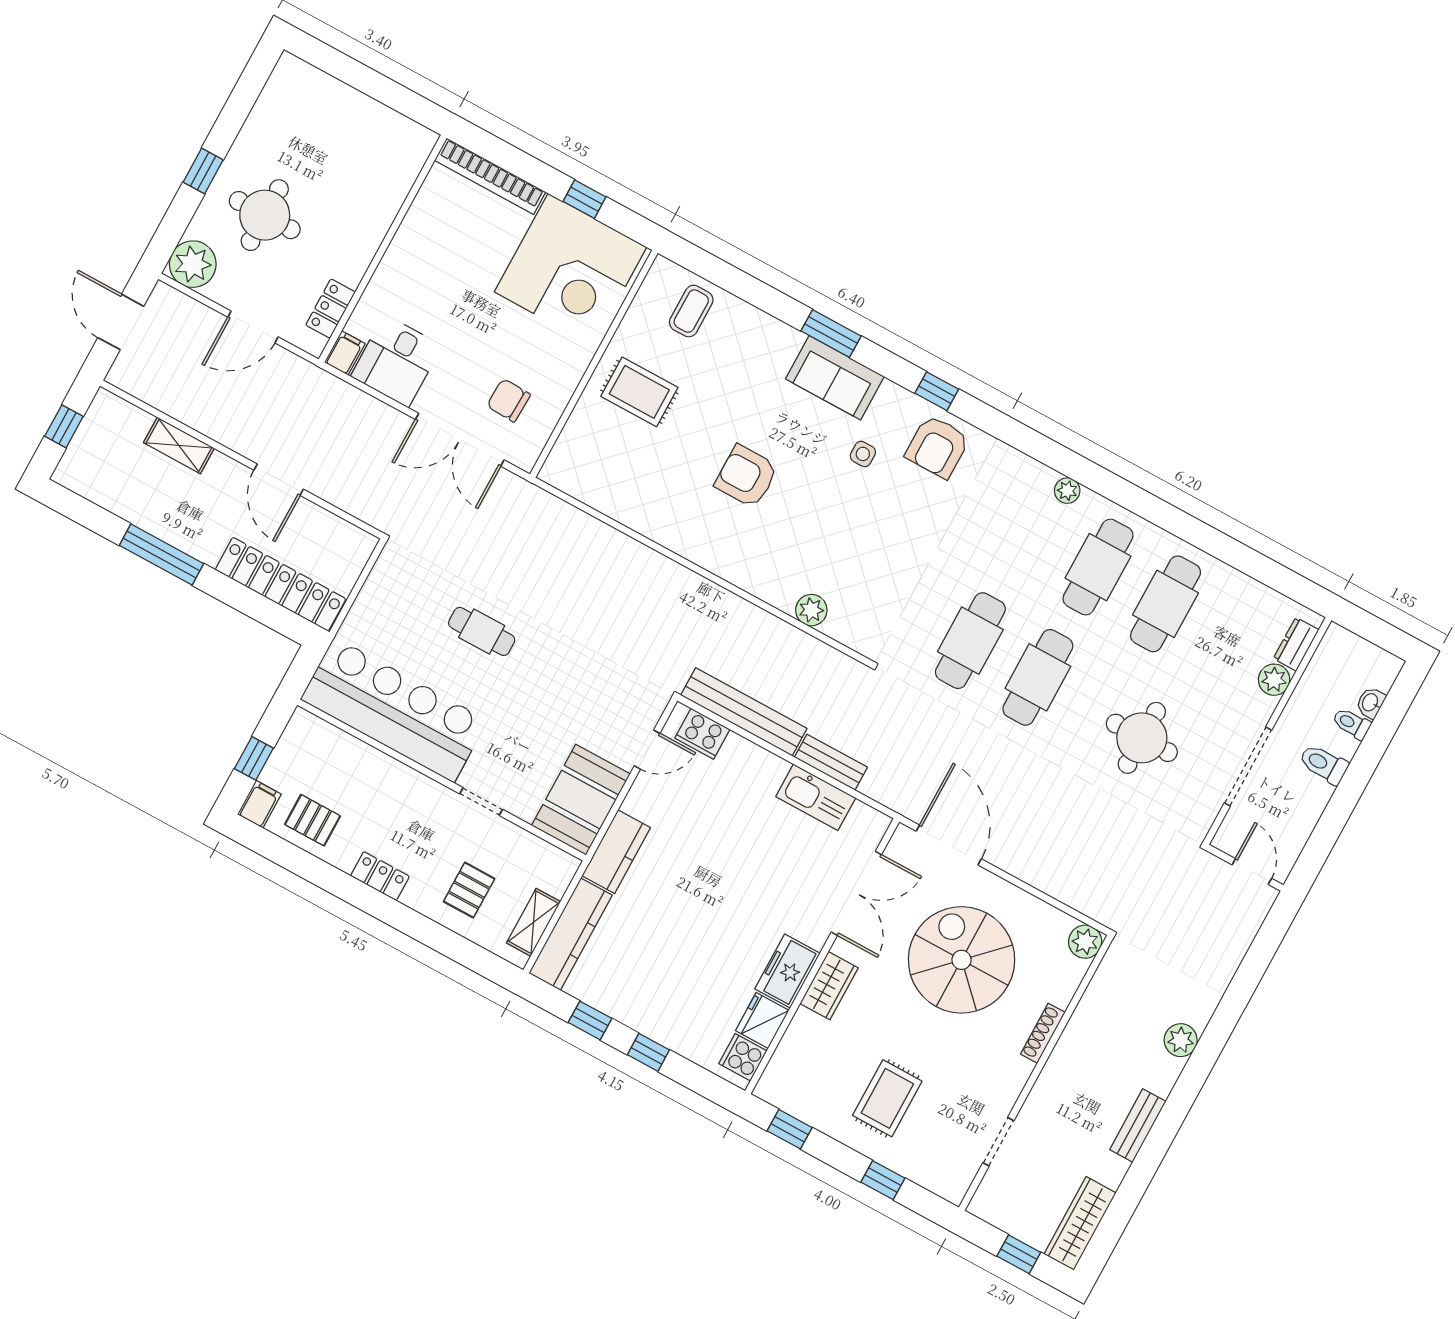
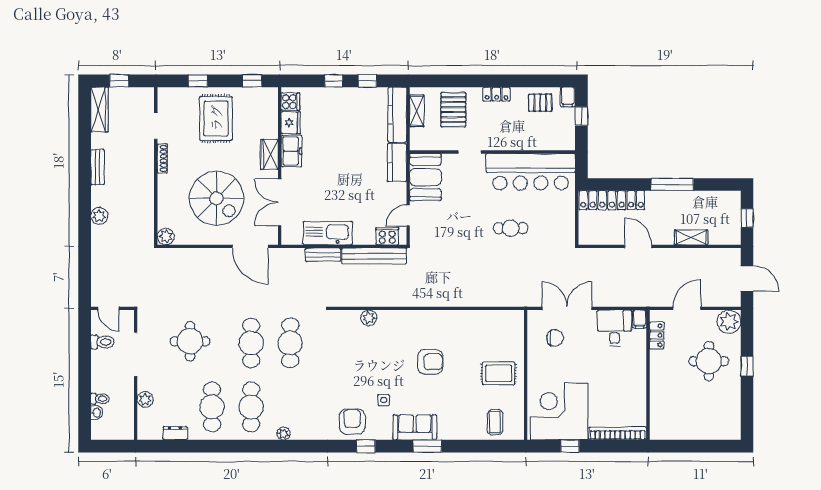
dresser: (1296, 644) -> (175, 433), moved, turned -90
toilet: (1324, 764) -> (102, 342), moved
kitchen sink: (816, 797) -> (328, 233), width x1.36, depth x1.24
pallet: (469, 890) -> (453, 110), width x1.50, depth x1.42
shoe rack: (1043, 1033) -> (162, 159), moved
rug: (887, 1098) -> (216, 118), width x1.36, depth x1.43

